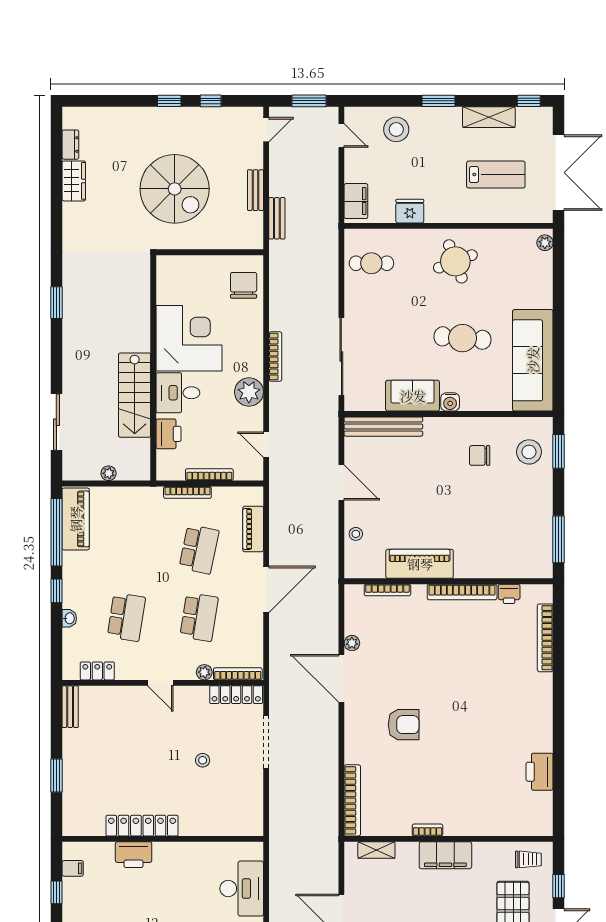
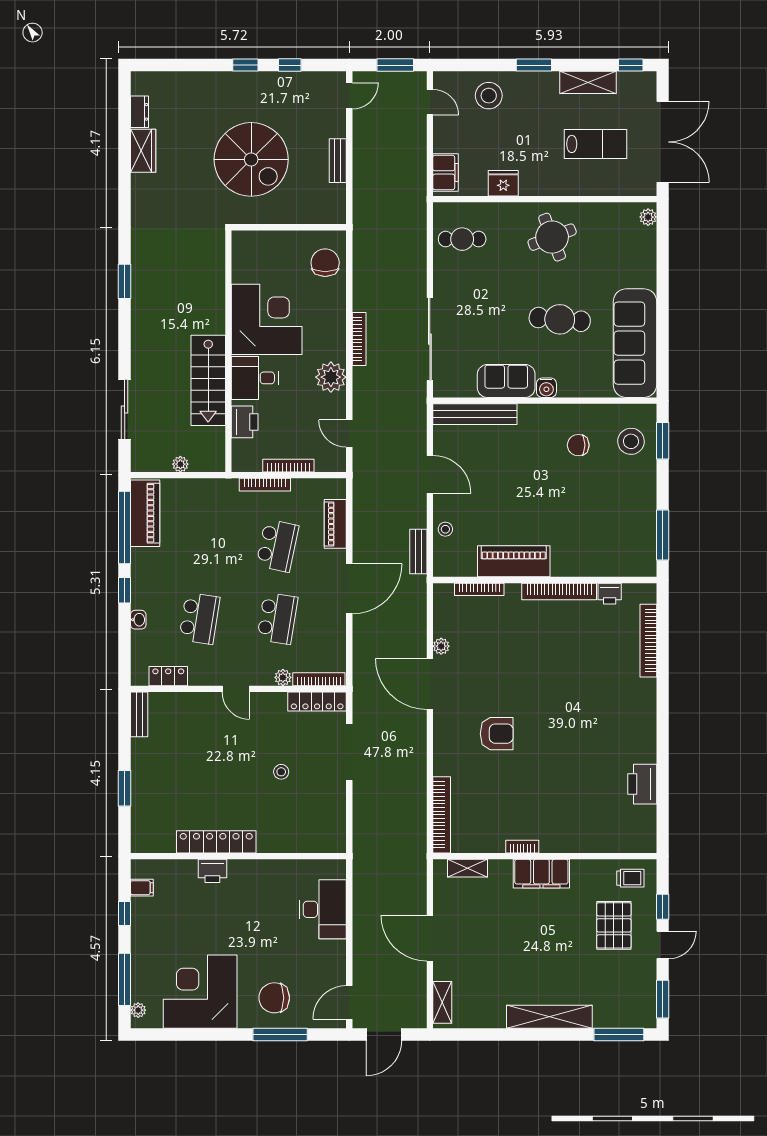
bench: (277, 218) -> (418, 552), moved
printer: (134, 855) -> (212, 871), width x0.73, depth x0.84

